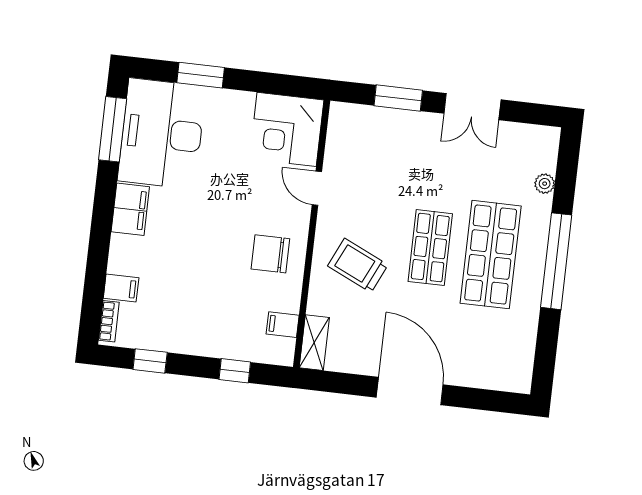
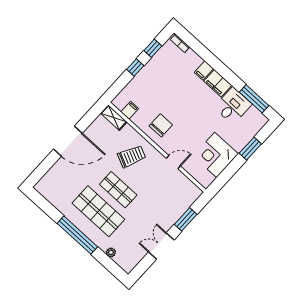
corner desk: (287, 129) -> (216, 155), moved, turned -90
desk: (162, 134) -> (233, 106), width x0.53, depth x0.77
filing cabinet: (121, 288) -> (204, 71), moved
window: (235, 371) -> (135, 67), moved

